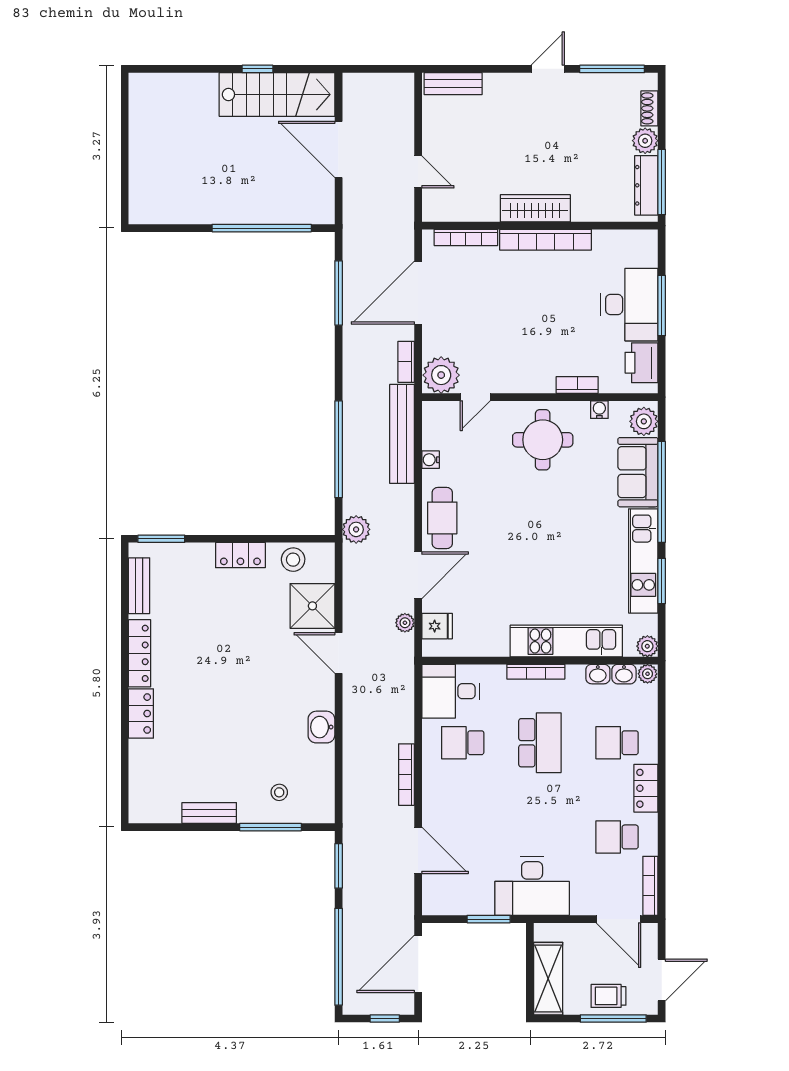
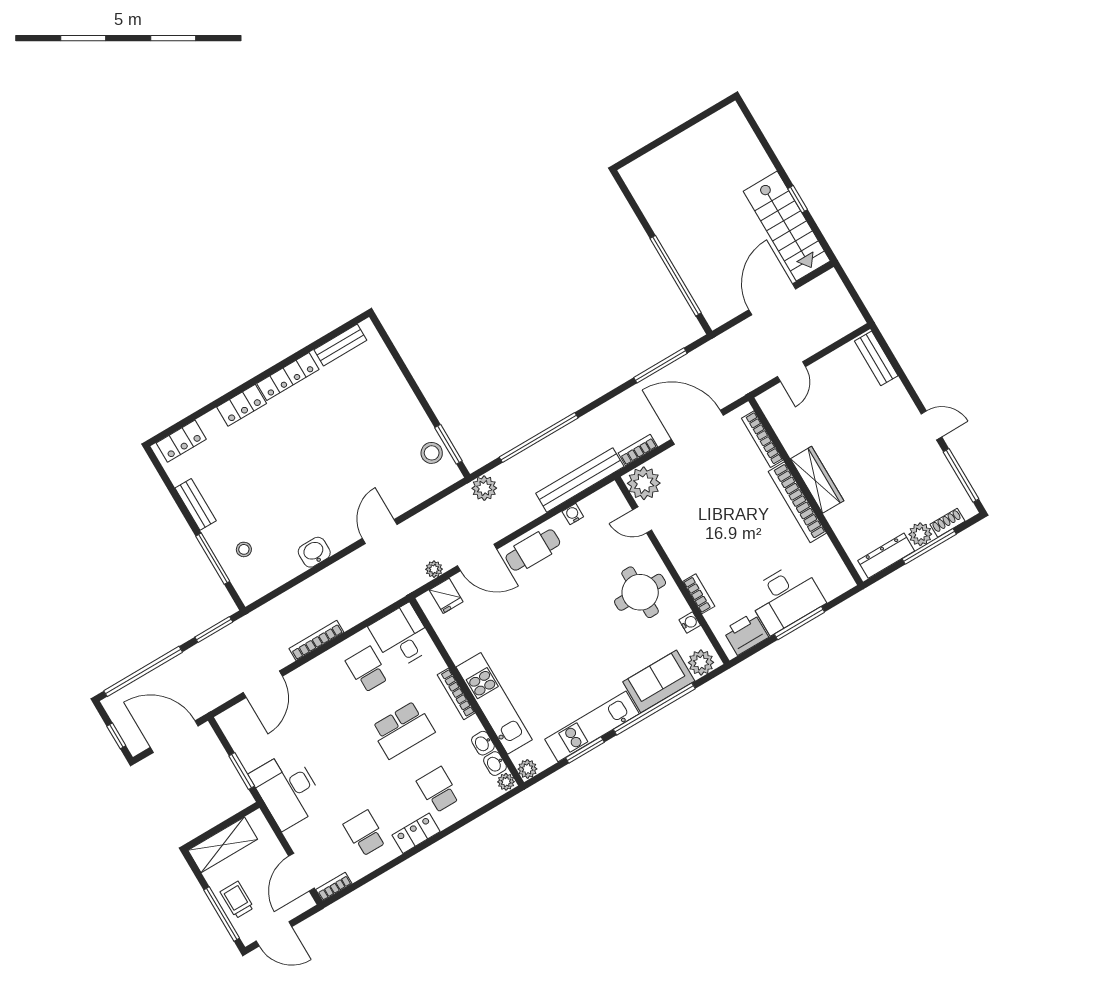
window: (662, 182) -> (929, 546), moved
window: (161, 539) -> (448, 444), moved
locker: (240, 555) -> (181, 441), moved, turned -90
shower: (312, 606) -> (405, 489), removed
bookcase: (650, 886) -> (334, 887), width x0.64

